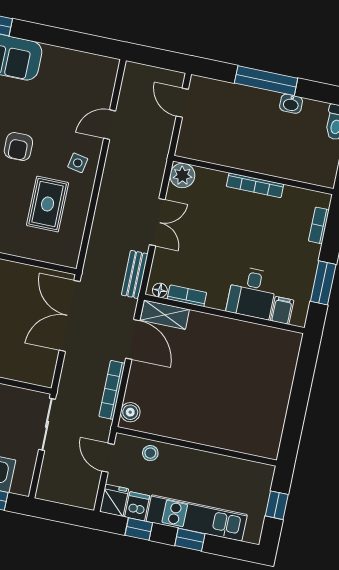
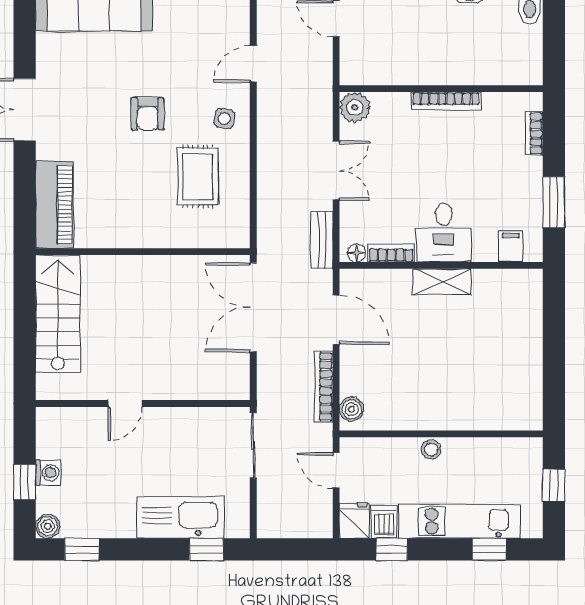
desk: (252, 293) -> (444, 233), moved
shelving: (165, 315) -> (442, 282), moved
stool: (150, 453) -> (431, 450), moved
window: (190, 540) -> (489, 549), moved

